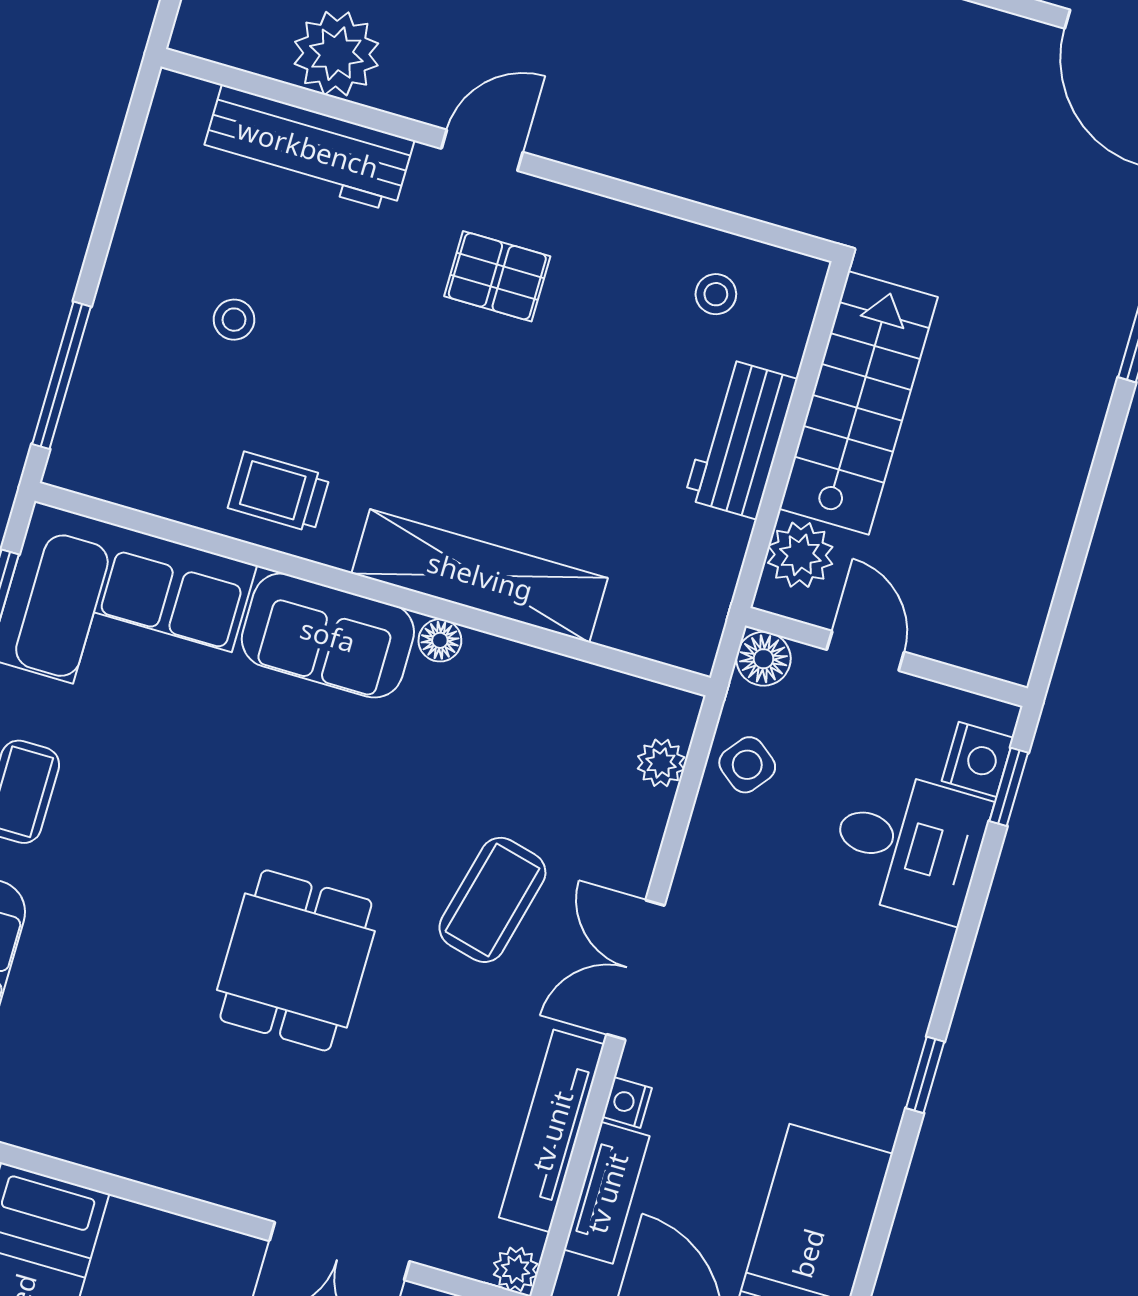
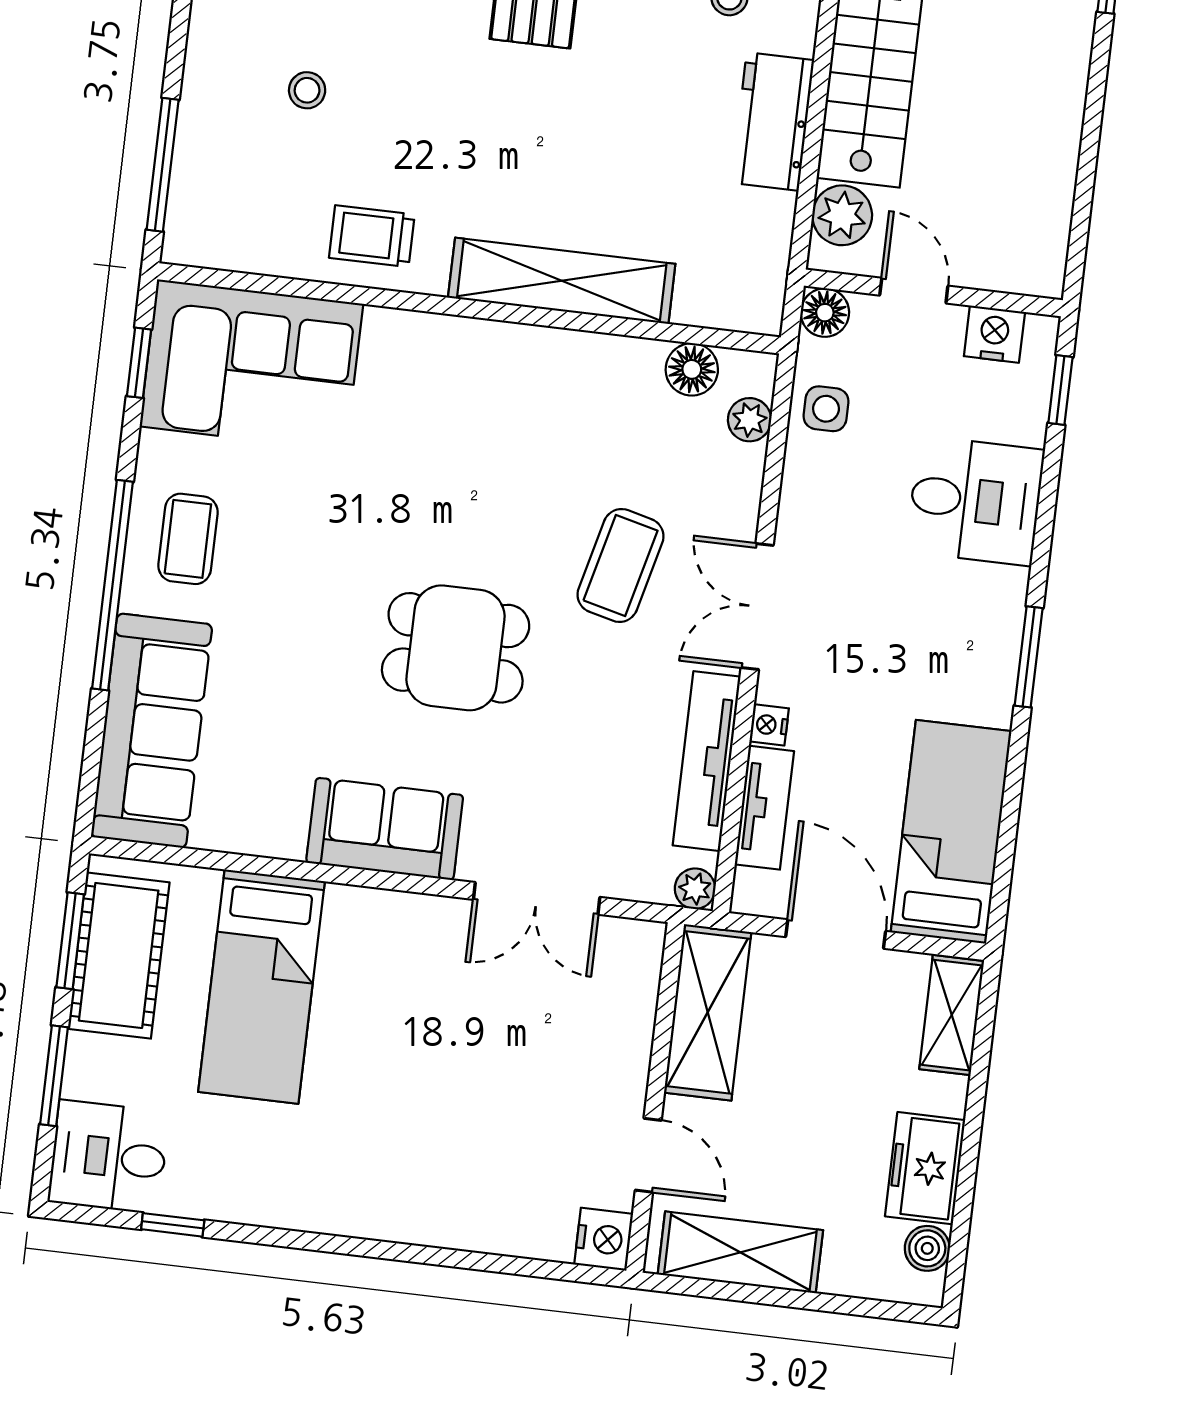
sofa: (328, 635) -> (385, 829), moved, turned 180
floor lamp: (440, 640) -> (692, 369), moved, width x1.37, depth x1.37
nightstand: (978, 759) -> (994, 334), moved, turned -90
side table: (747, 765) -> (826, 409), turned -38
desk: (909, 845) -> (975, 501), moved
dining table: (296, 960) -> (456, 648), turned 90
window: (925, 1075) -> (1029, 657), width x1.50

